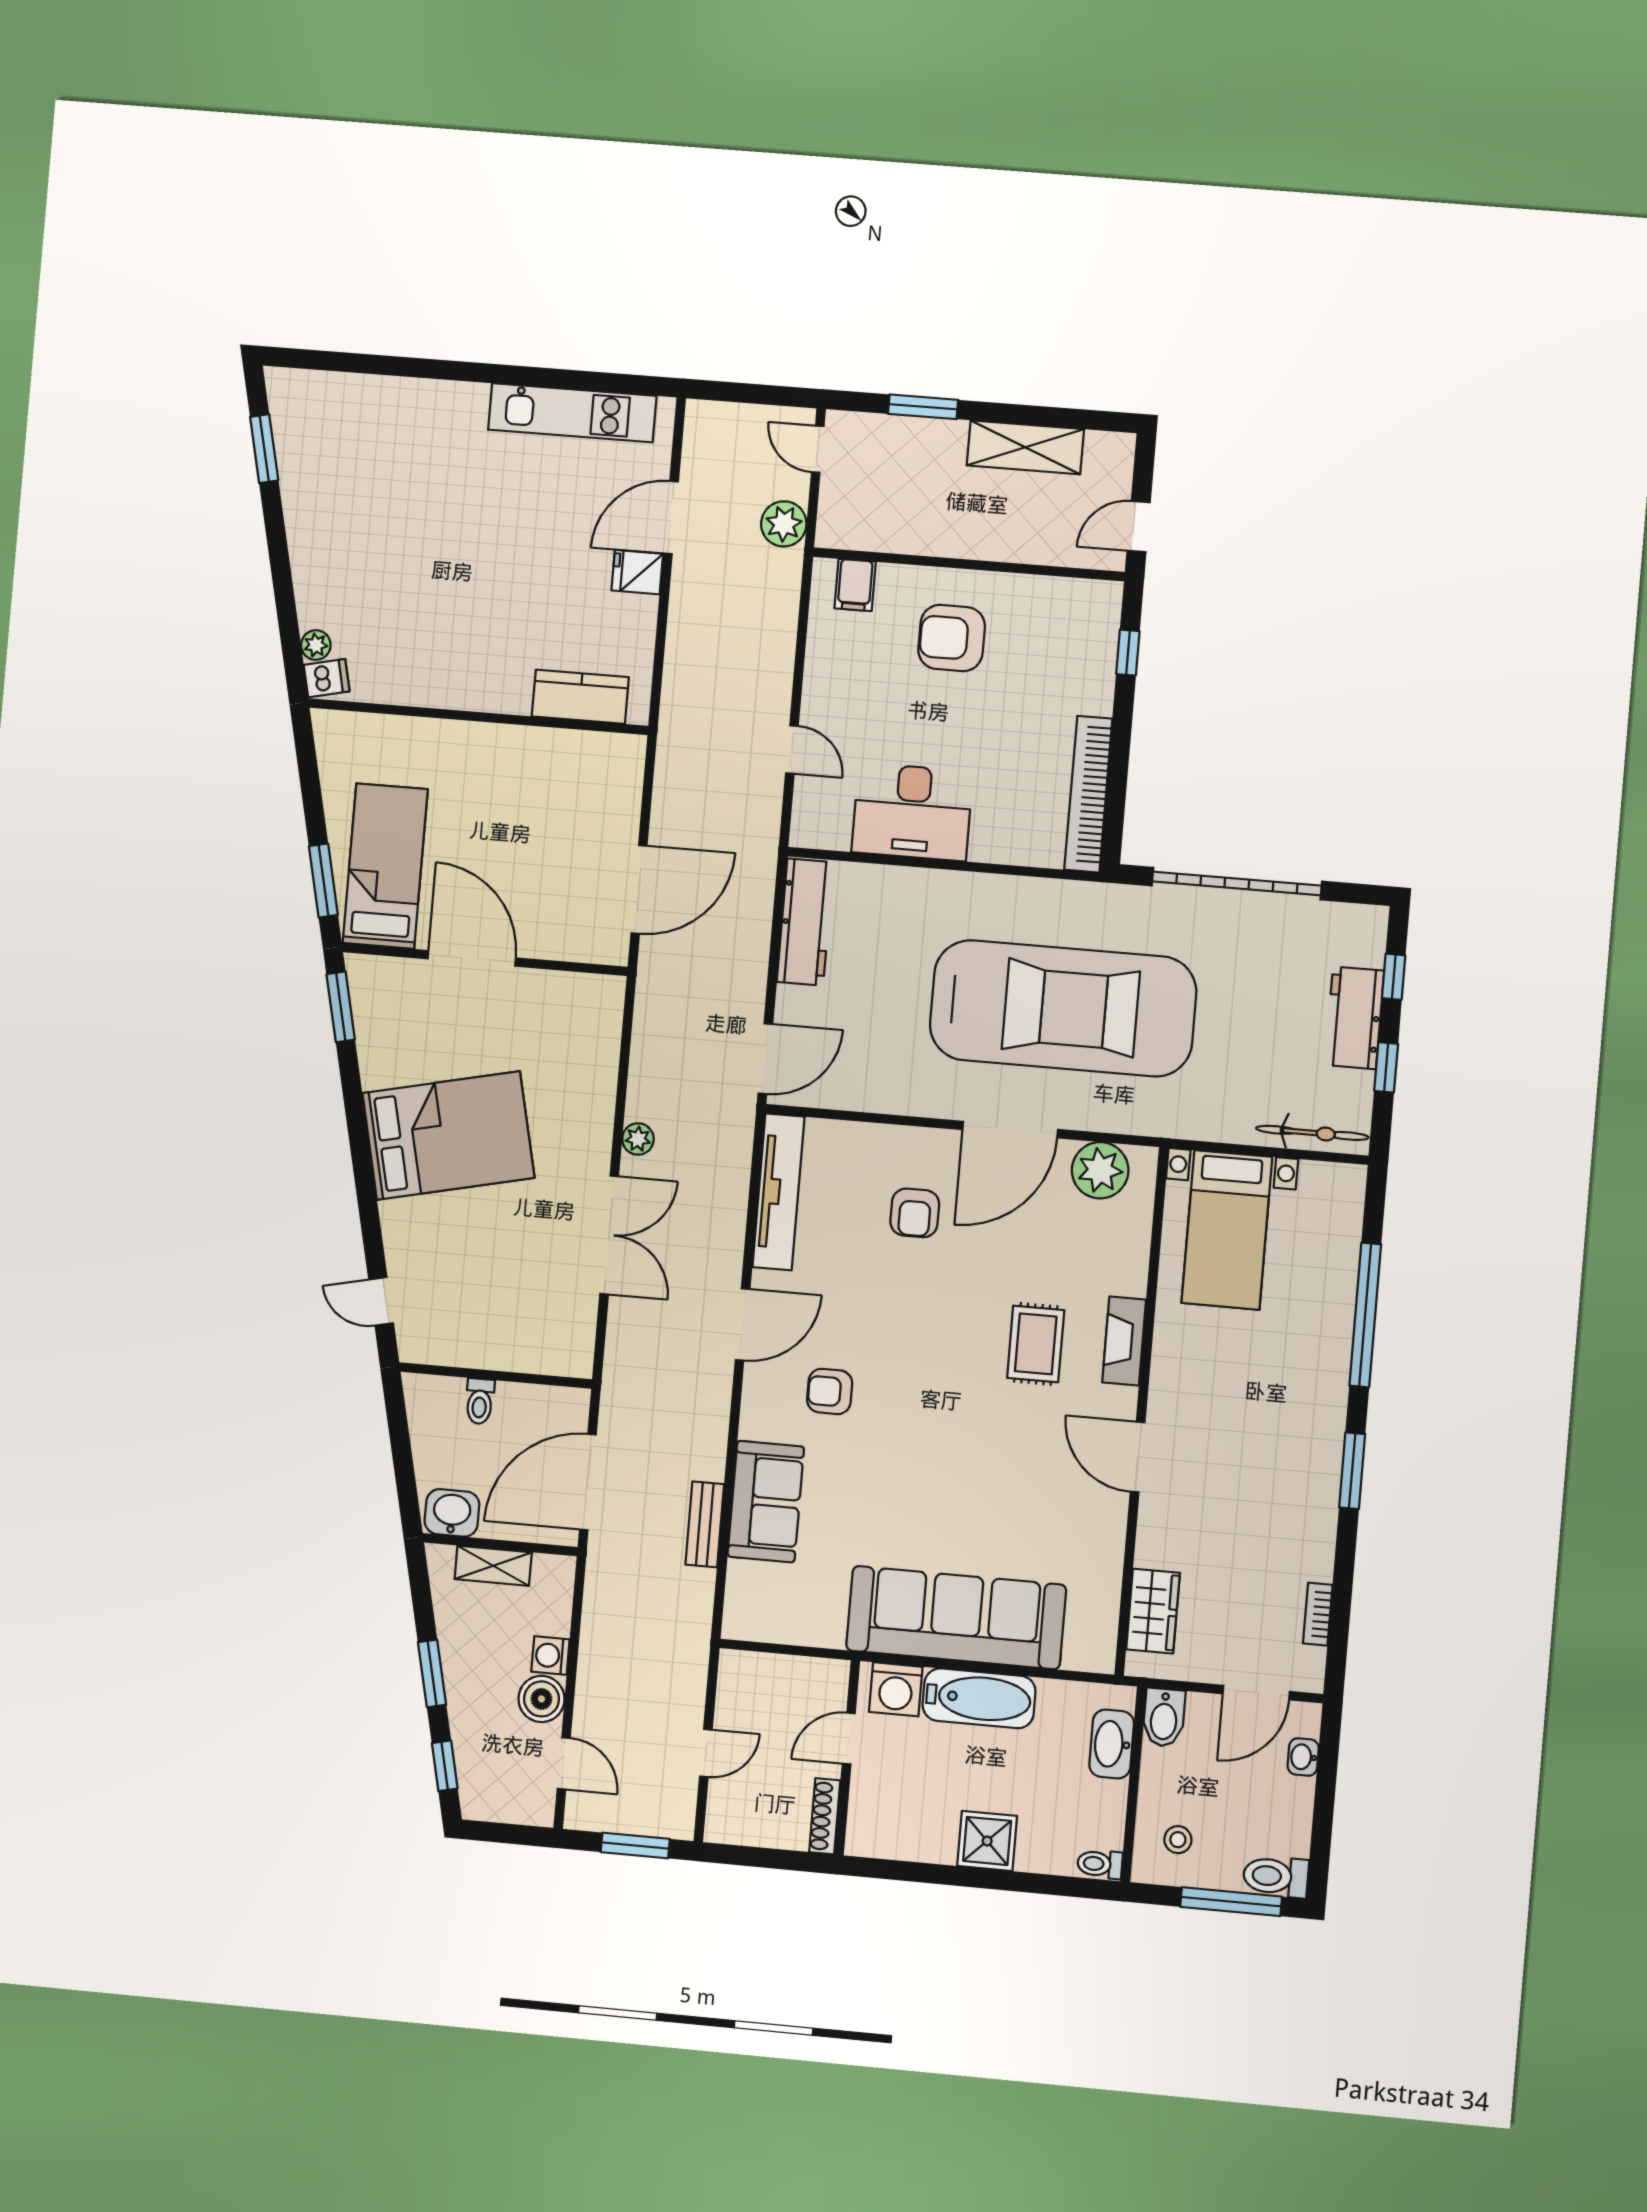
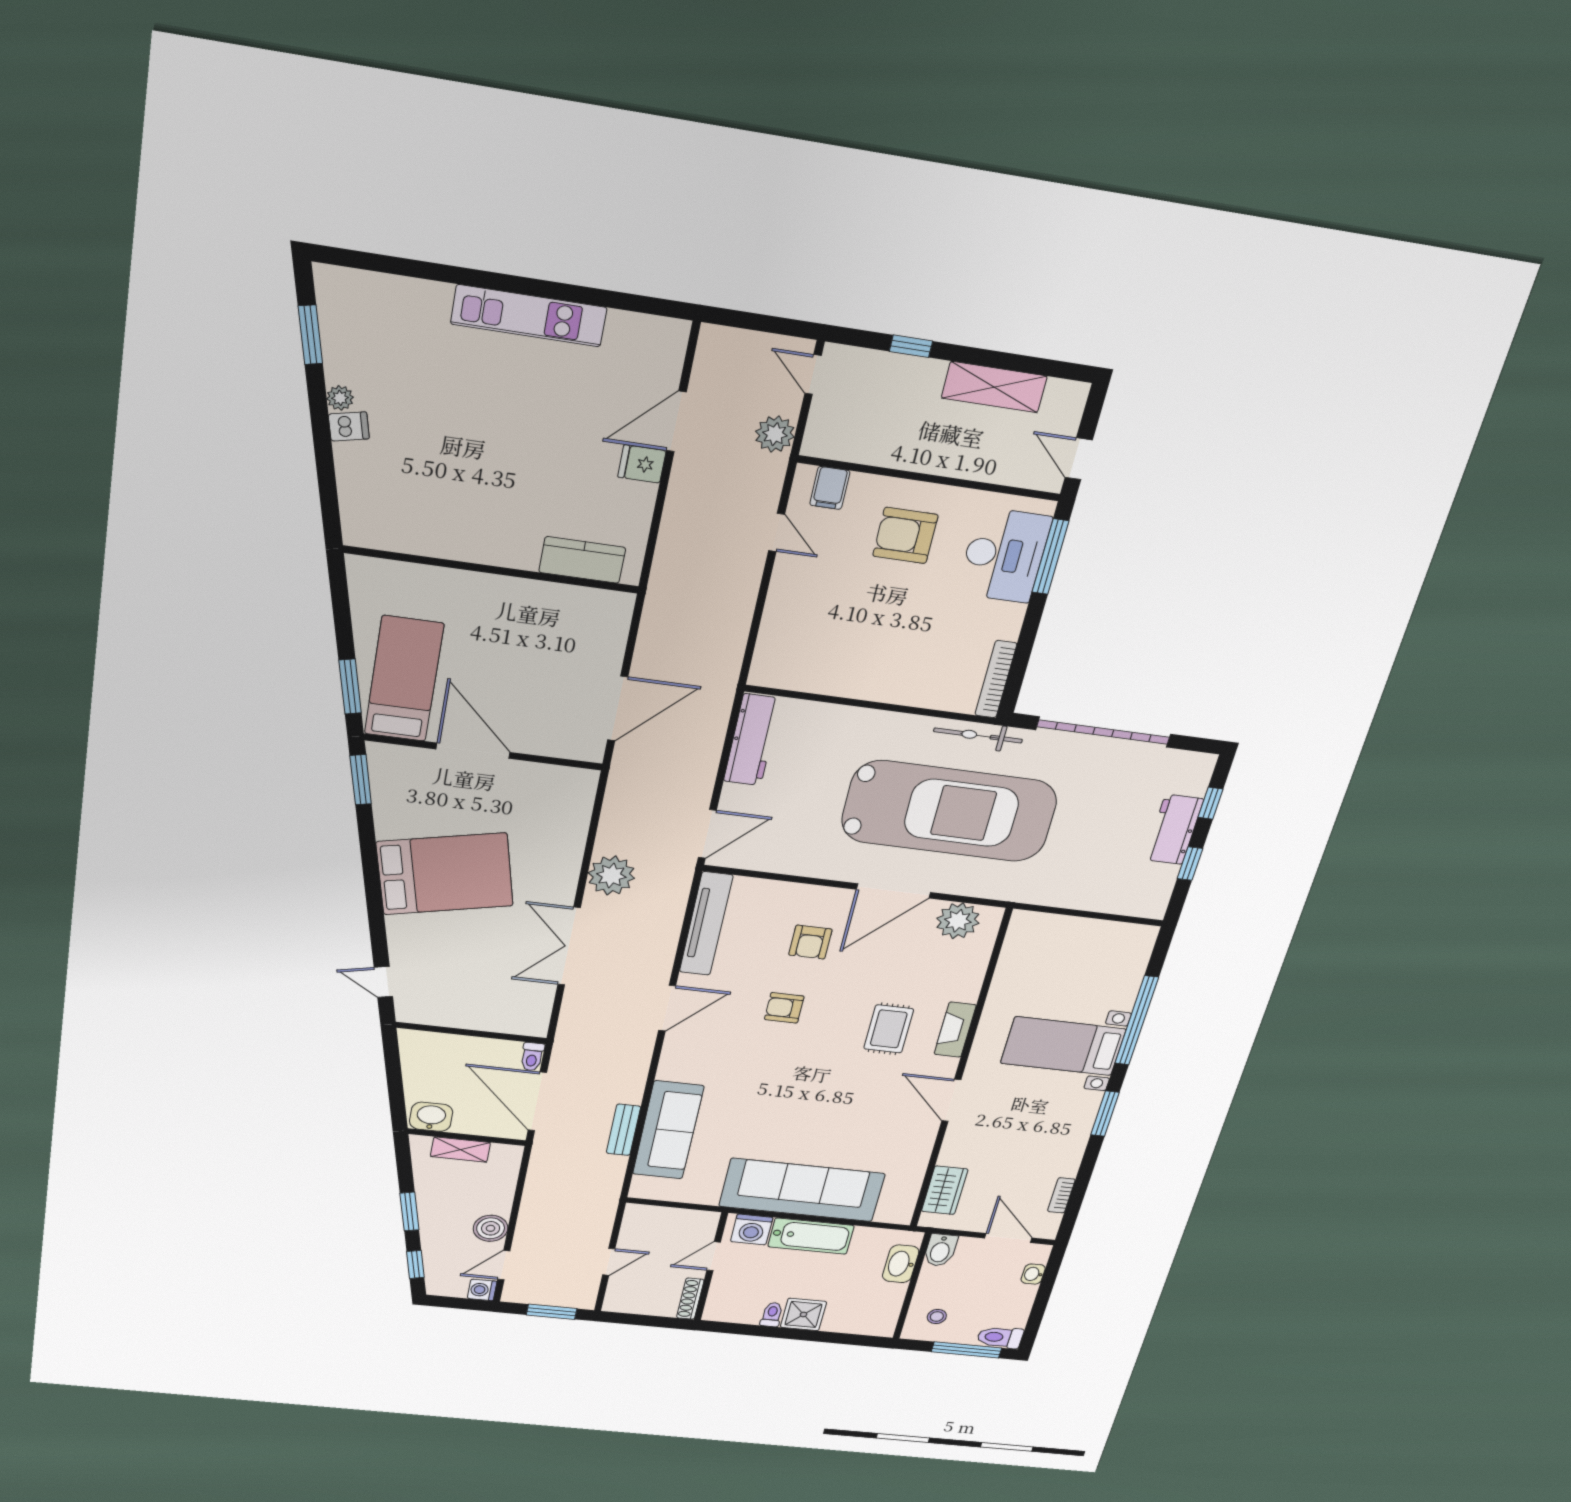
window: (923, 407) -> (911, 346), width x0.67
kitchen unit: (572, 413) -> (529, 316), moved
door: (1139, 527) -> (1079, 459), hinge flipped
plant: (316, 645) -> (340, 398), moved
window: (1128, 653) -> (1050, 557), width x2.17
dishwasher: (327, 678) -> (349, 426), moved
door: (792, 750) -> (777, 532), moved
bookcase: (1088, 794) -> (996, 679), width x0.68, depth x0.76
desk: (912, 812) -> (1004, 555), moved, turned -90
bicycle: (1312, 1133) -> (978, 735), moved, turned 180
plant: (638, 1139) -> (611, 876), width x1.88, depth x1.88
bed with nightstands: (1227, 1230) -> (1063, 1046), moved, turned 90
double door: (609, 1235) -> (569, 946), swing flipped
armchair: (830, 1391) -> (784, 1008), moved
toilet: (480, 1401) -> (532, 1057), moved
door: (588, 1482) -> (537, 1101), hinge flipped
sofa: (766, 1502) -> (668, 1130), width x1.36
washing machine: (550, 1655) -> (482, 1290), moved
door: (1256, 1693) -> (1008, 1238), swing flipped
door: (564, 1763) -> (504, 1265), swing flipped
toilet: (1100, 1864) -> (772, 1315), moved, turned 90

